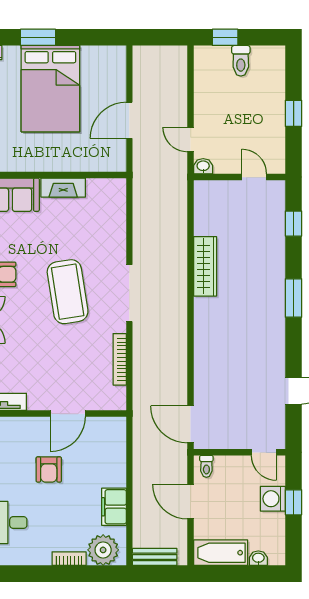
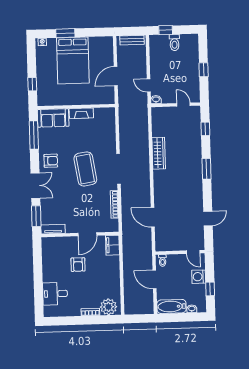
door: (191, 424) -> (153, 217), moved
window: (294, 502) -> (210, 289), moved
filing cabinet: (114, 507) -> (112, 245), moved
bench: (155, 557) -> (132, 40), moved

